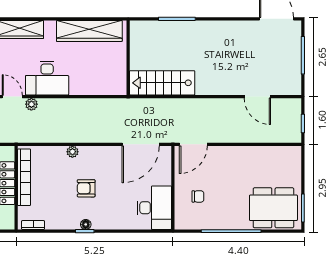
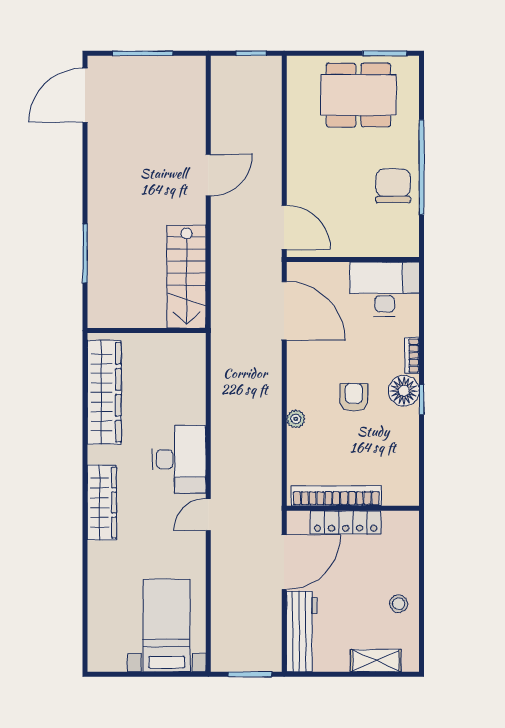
door: (257, 97) -> (208, 175), moved
plant: (31, 104) -> (220, 484), removed
armchair: (86, 188) -> (354, 397), turned 180
chair: (198, 196) -> (393, 186), moved, width x1.87, depth x1.87
dining table: (273, 208) -> (358, 95), moved, turned 90
floor lamp: (86, 224) -> (404, 391), width x1.89, depth x1.89
bookcase: (33, 225) -> (412, 355), moved

